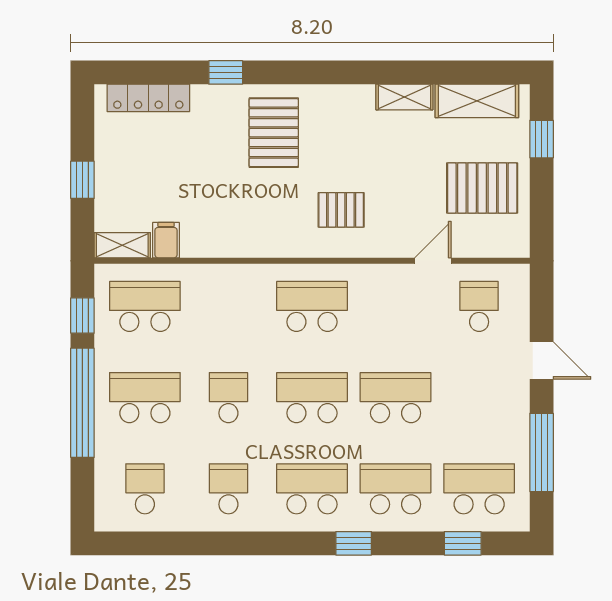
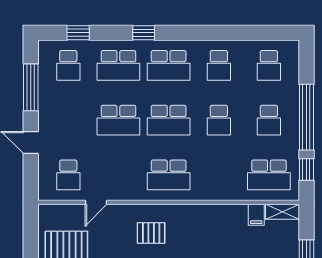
school desk: (145, 398) -> (269, 120), width x0.54
school desk: (479, 489) -> (68, 65), width x0.54

